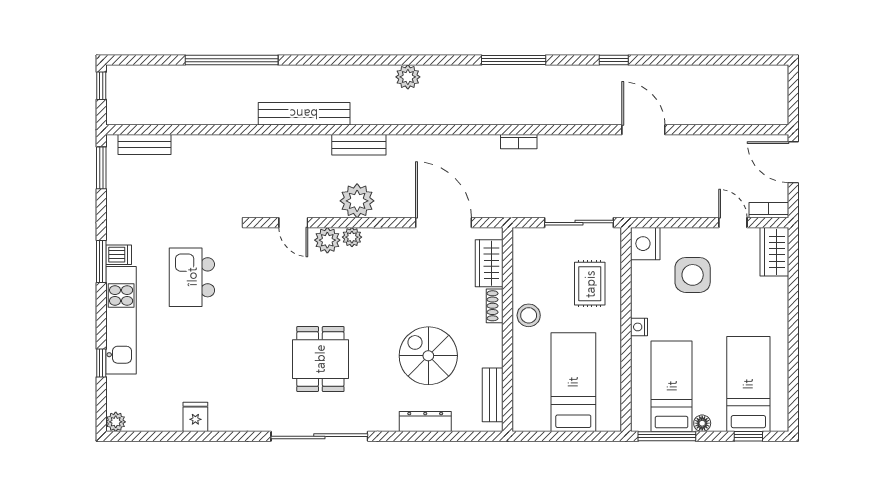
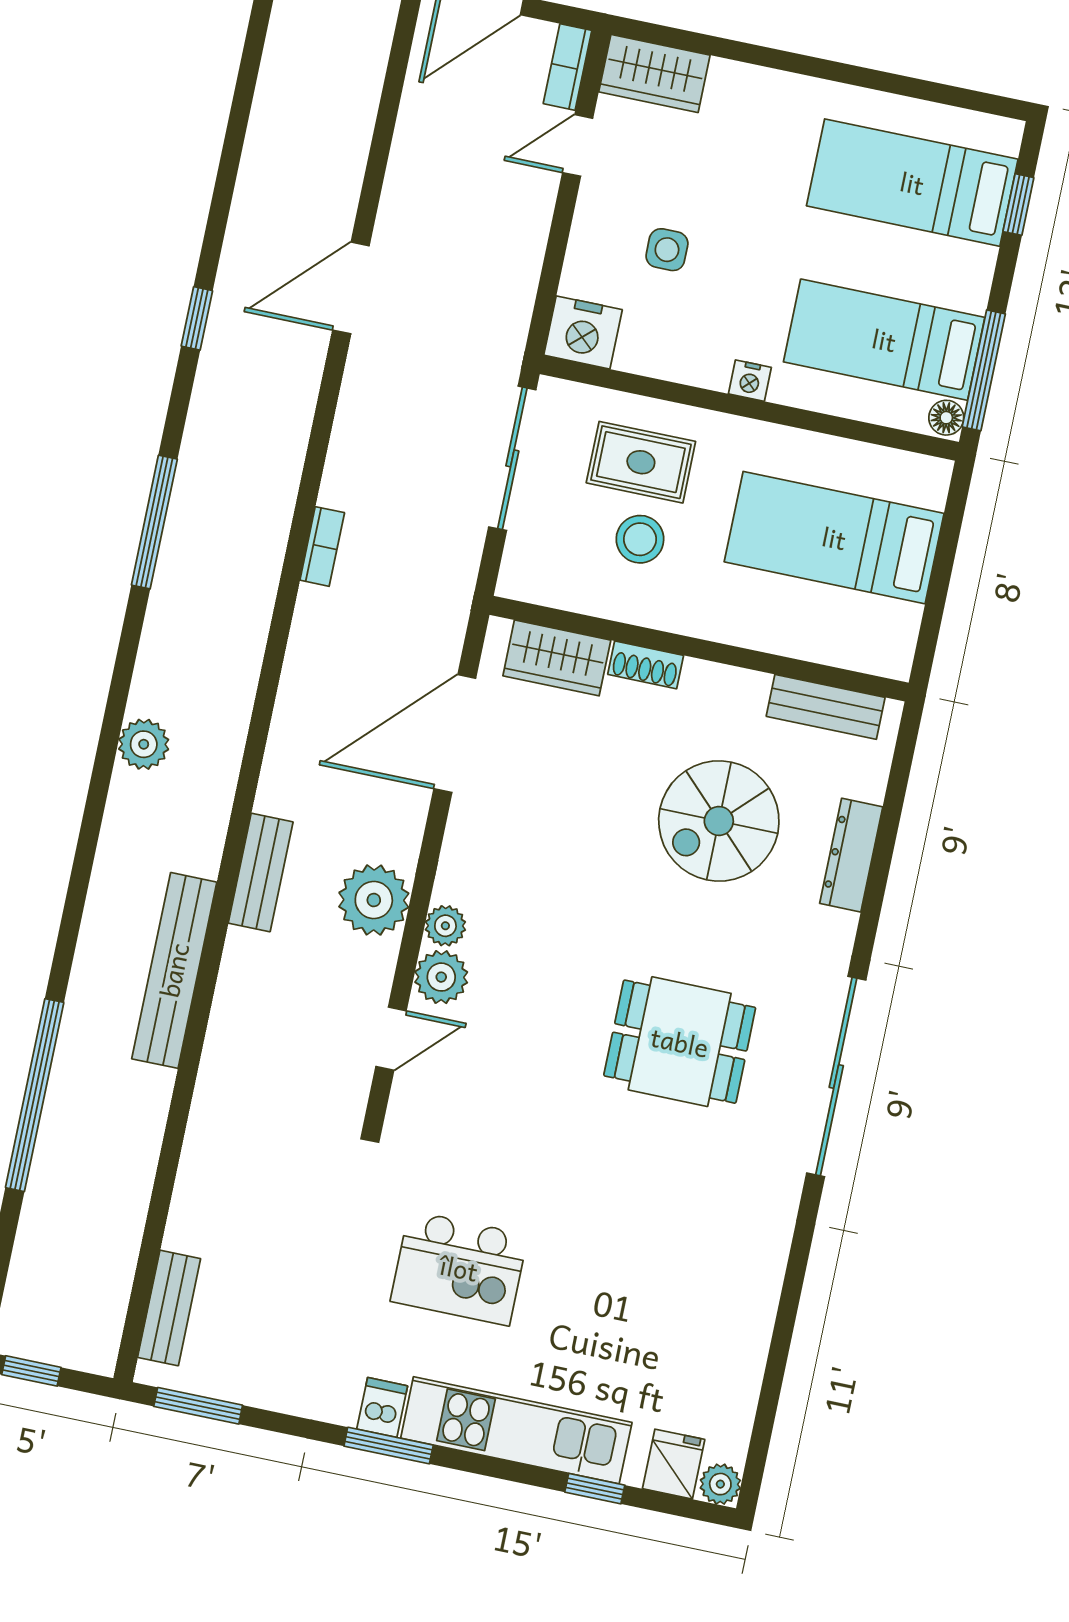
side table: (693, 275) -> (667, 250), width x0.54, depth x0.54
stool: (529, 315) -> (640, 539), moved
fridge: (195, 417) -> (674, 1464), moved, turned 90
floor lamp: (702, 423) -> (946, 418), moved

